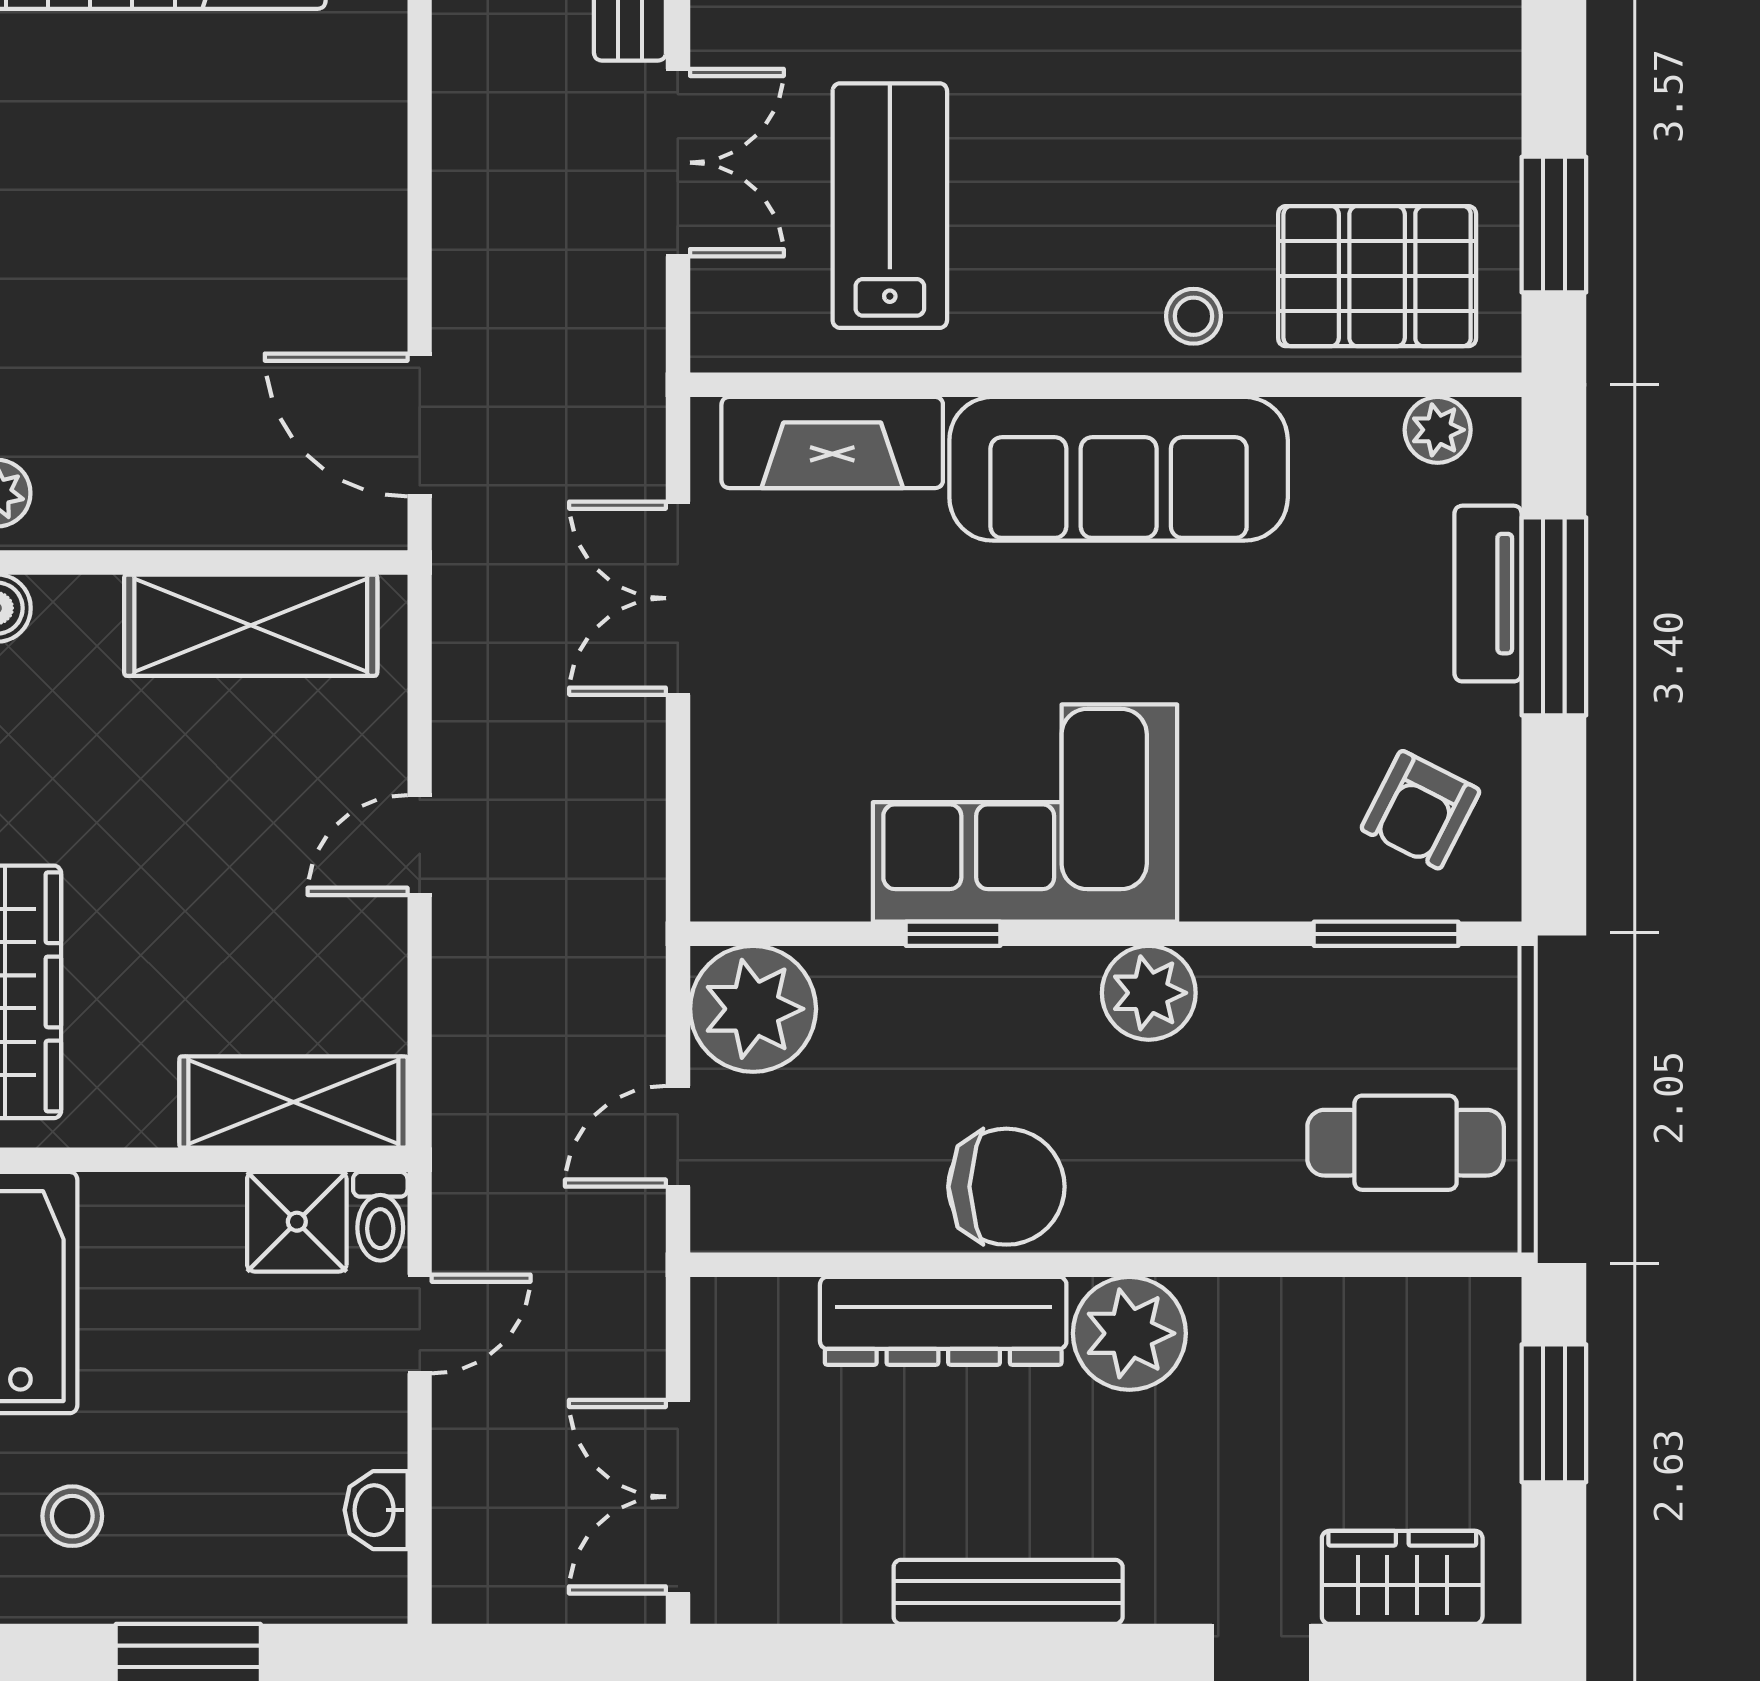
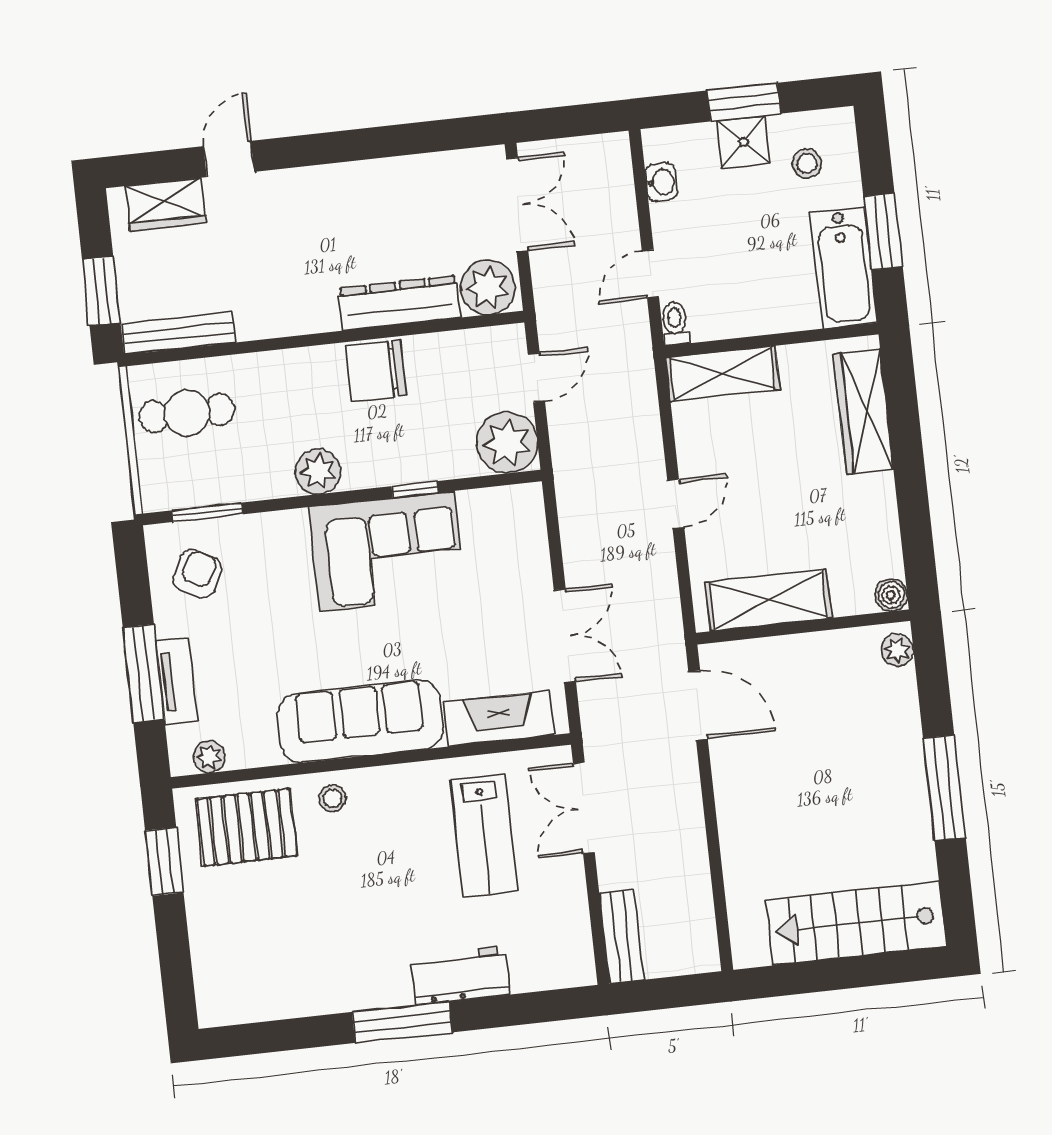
double door: (678, 163) -> (584, 808), moved
shower: (297, 1222) -> (744, 142), moved
plant: (1129, 1333) -> (488, 287), moved
bench: (1008, 1592) -> (179, 333), moved

